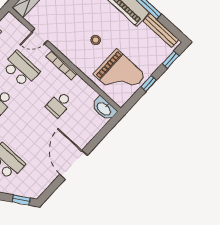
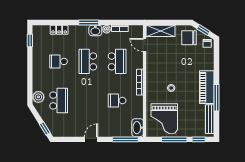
door: (40, 36) -> (145, 45), moved
window: (149, 83) -> (174, 139), width x2.17
window: (104, 131) -> (125, 139), added
door: (74, 165) -> (91, 139), width x0.53

